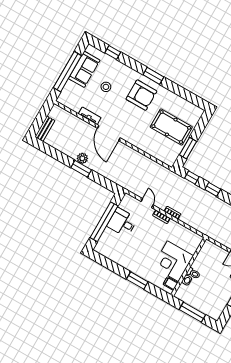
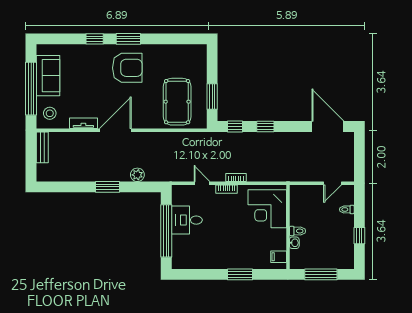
window: (113, 52) -> (95, 39), moved
stool: (106, 87) -> (50, 113), moved
pool table: (171, 127) -> (177, 102), moved, turned 90
bench: (45, 129) -> (42, 147), moved
door: (109, 133) -> (115, 130), swing flipped
plant: (82, 158) -> (137, 175), moved
corner desk: (173, 261) -> (267, 209), moved

